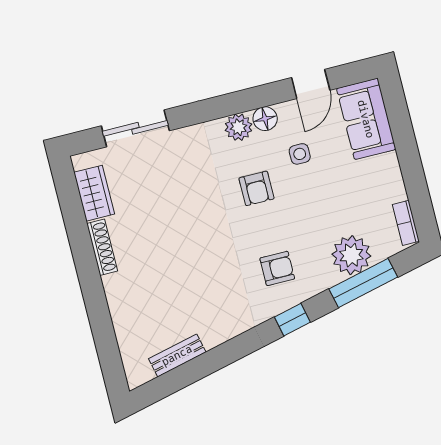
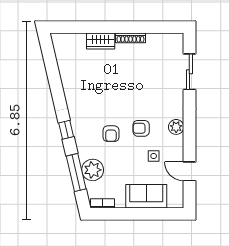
floor lamp: (265, 119) -> (177, 142), removed
sofa: (366, 119) -> (146, 196), moved
wardrobe: (94, 193) -> (101, 41), moved
armchair: (277, 268) -> (111, 134), moved
bench: (177, 355) -> (63, 63), removed

